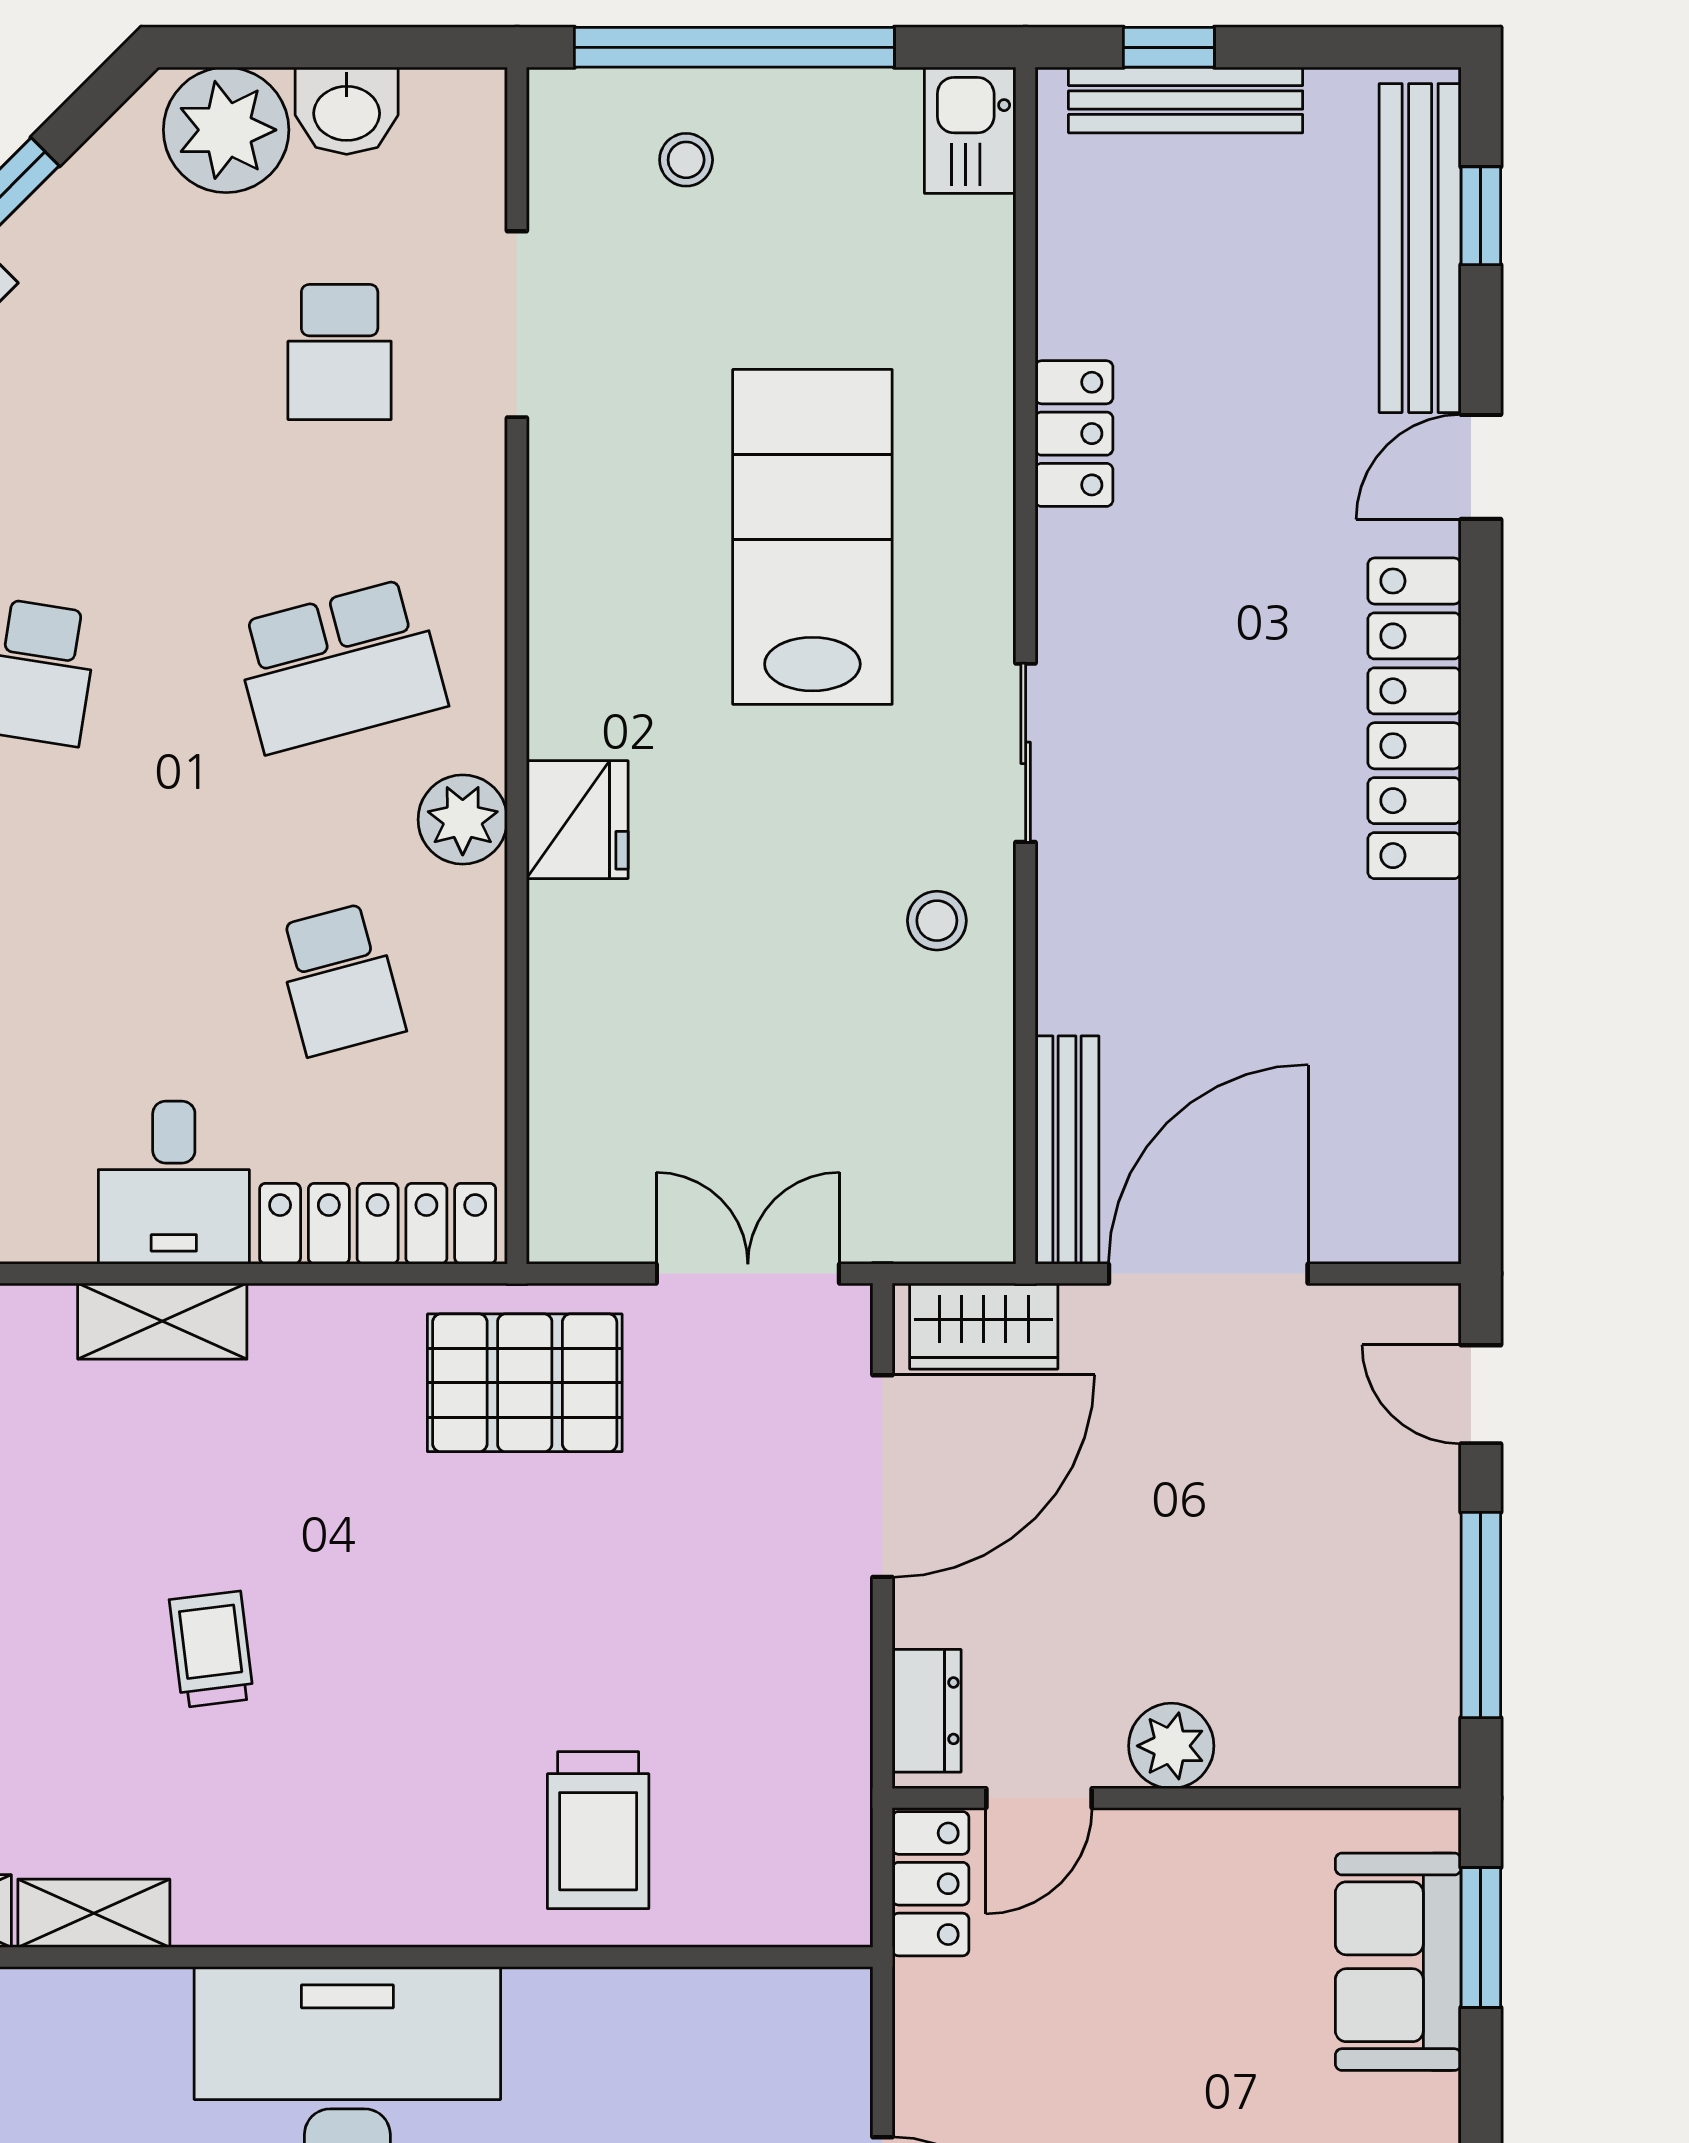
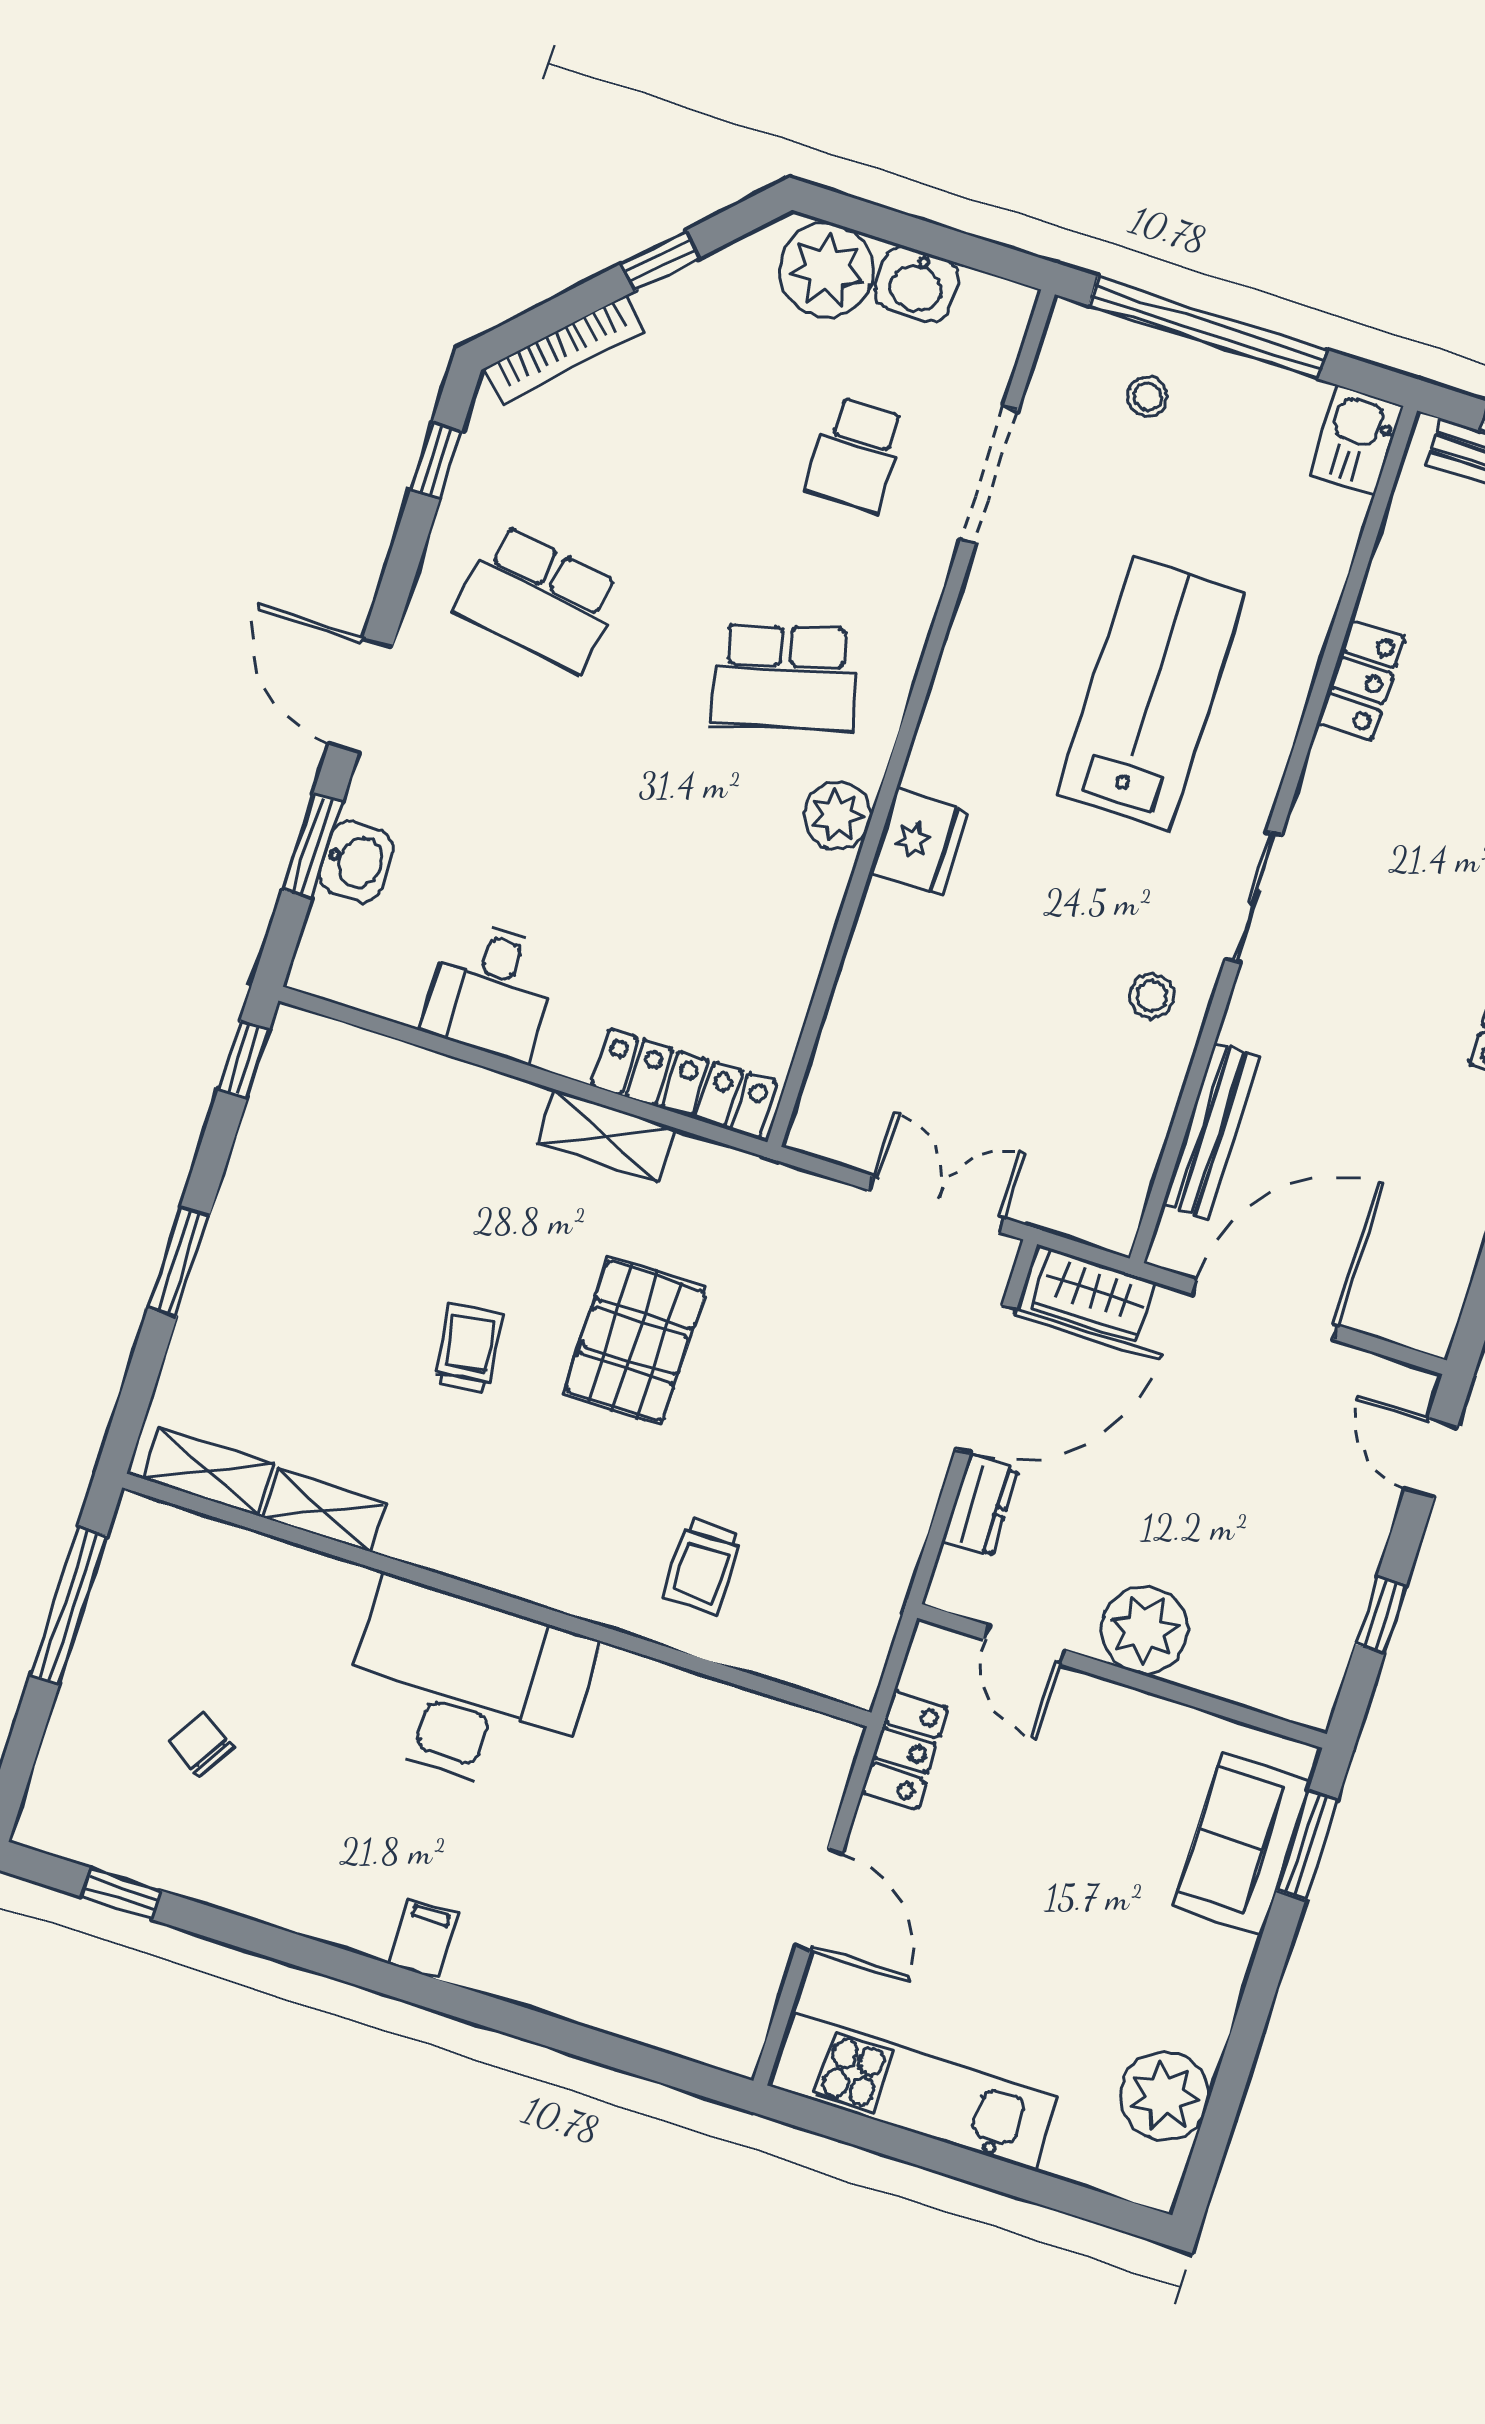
school desk: (340, 979) -> (713, 901), removed
bench: (1067, 1150) -> (1211, 1131), moved
desk: (174, 1183) -> (492, 990), moved
shelving: (162, 1321) -> (606, 1136), moved
pallet: (525, 1383) -> (635, 1341), moved, turned 90
window: (1481, 1615) -> (1381, 1615), width x0.46
dresser: (927, 1711) -> (980, 1506), moved
plant: (1171, 1746) -> (1145, 1630), width x1.36, depth x1.36
door: (1039, 1798) -> (1024, 1645), hinge flipped
trolley: (598, 1830) -> (703, 1567), width x0.73, depth x0.72
locker: (930, 1884) -> (905, 1750), moved

